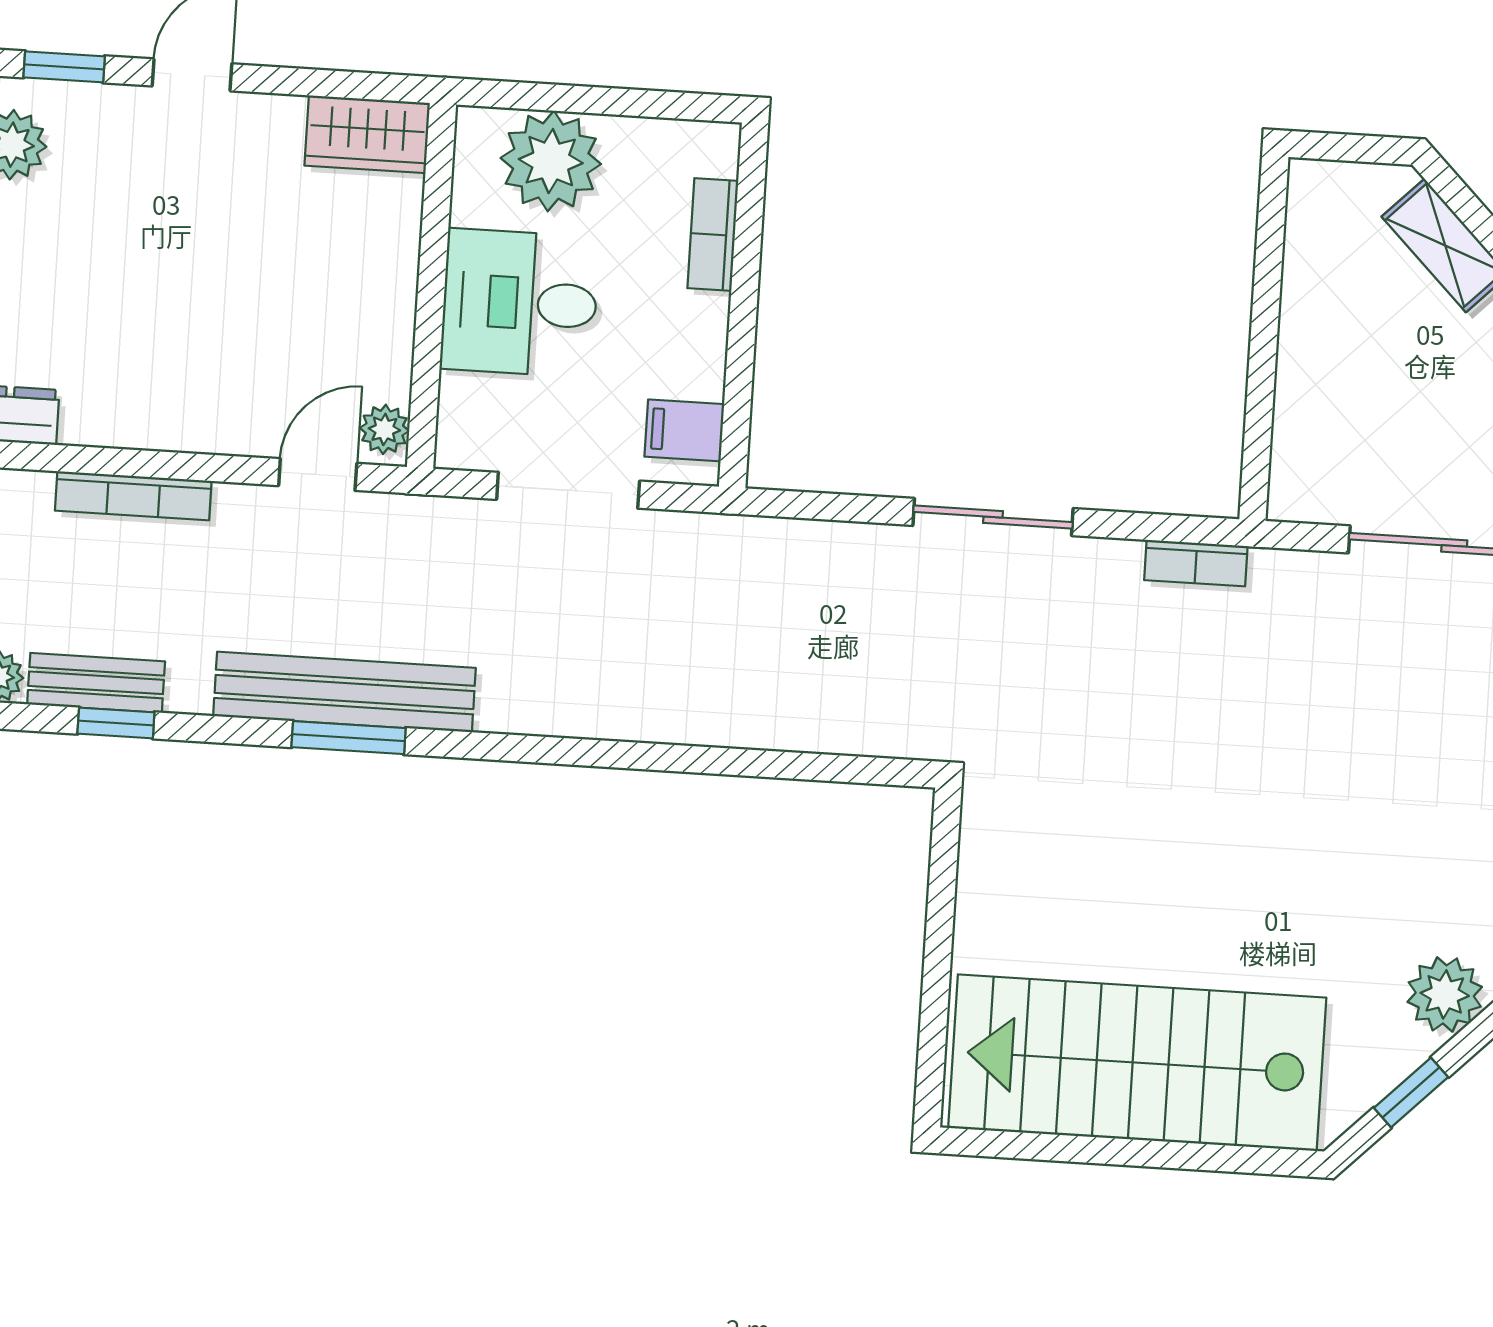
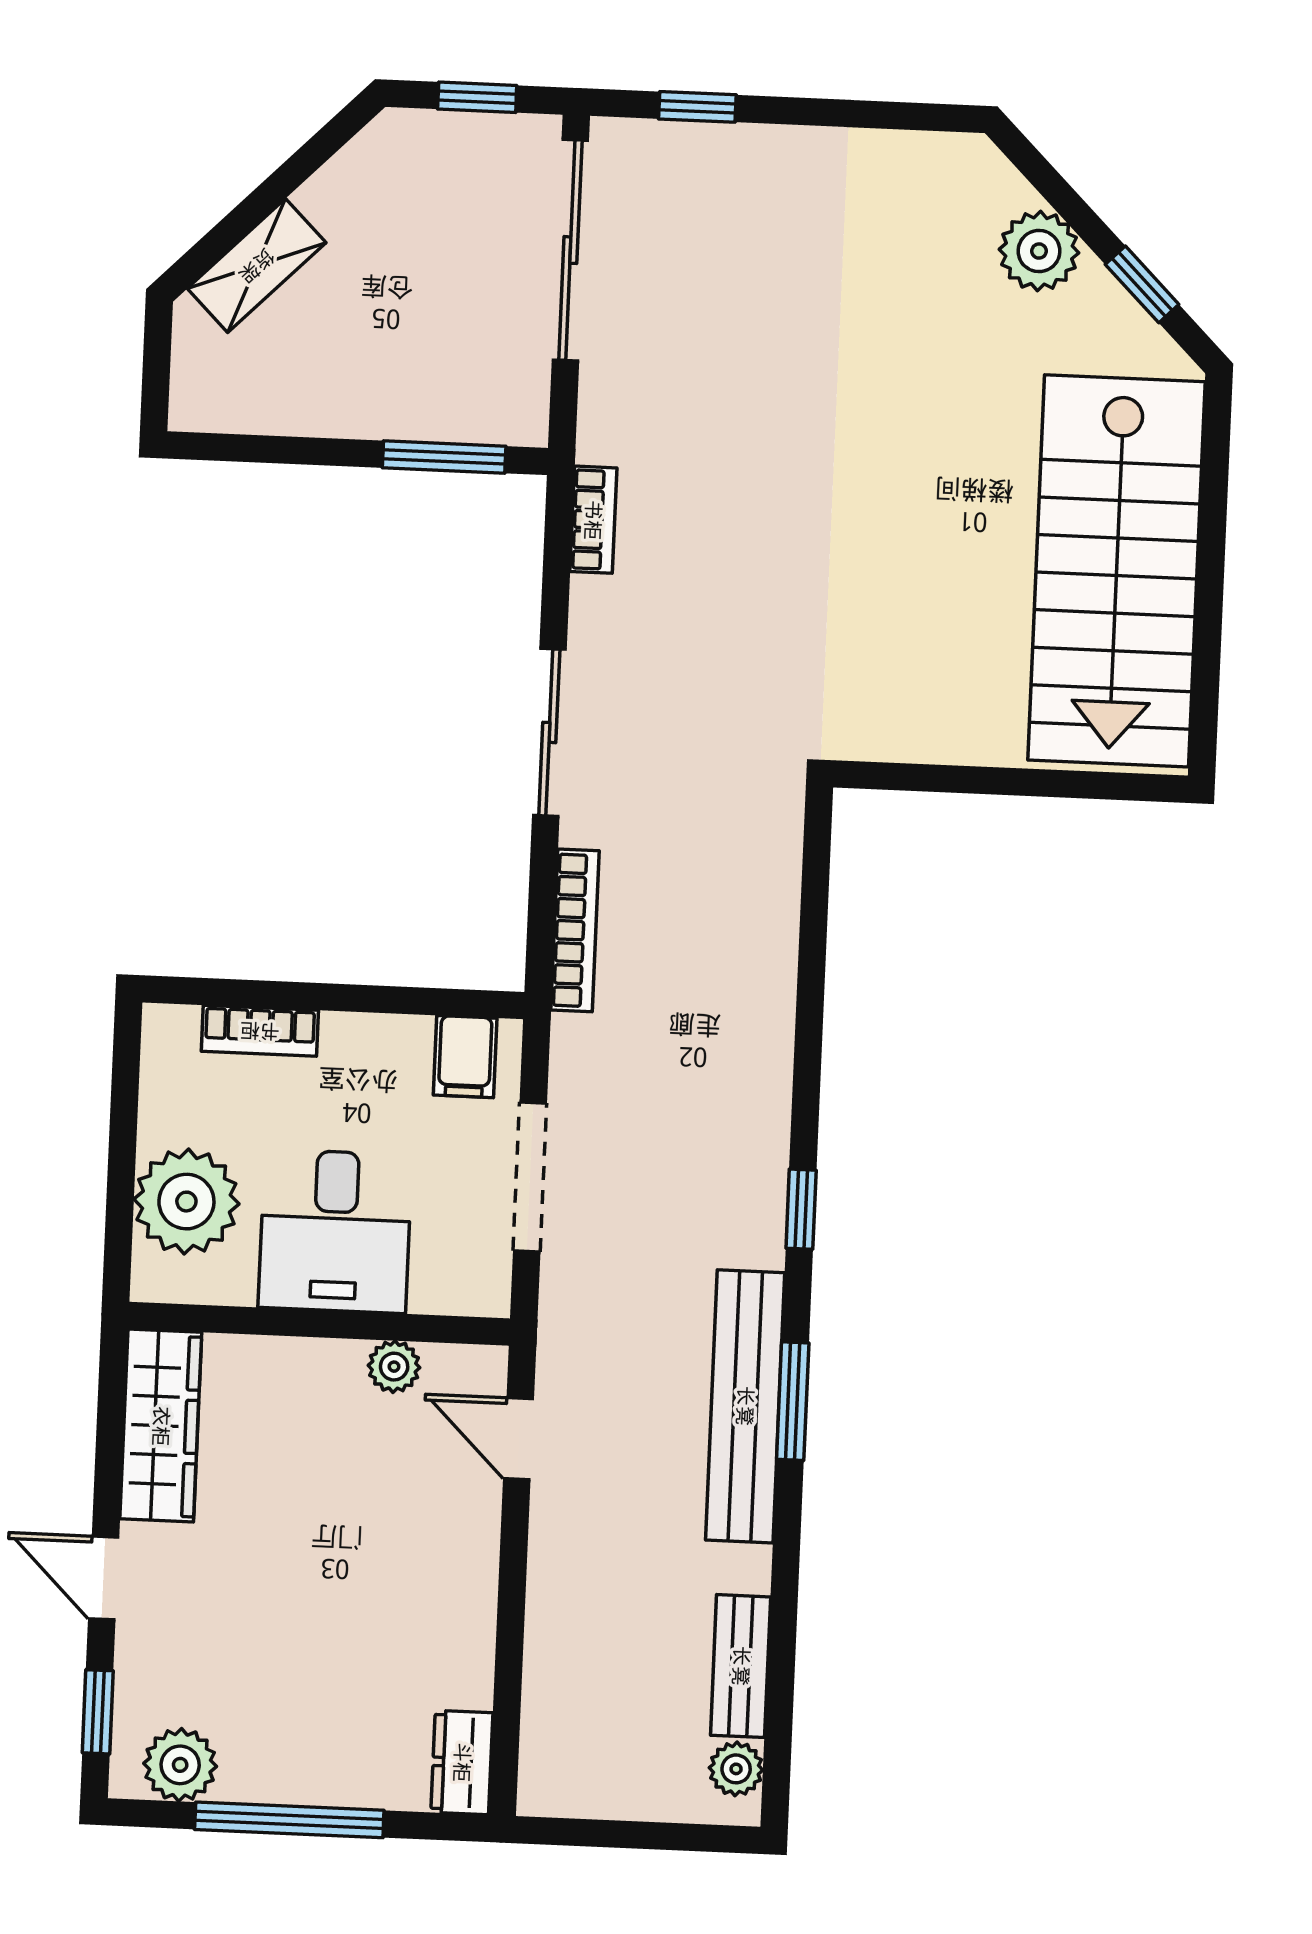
wardrobe: (367, 134) -> (161, 1426), width x1.50
window: (1259, 421) -> (444, 457), added
plant: (384, 429) -> (394, 1367), moved
bookcase: (133, 496) -> (575, 930), moved
window: (116, 723) -> (801, 1209), moved

